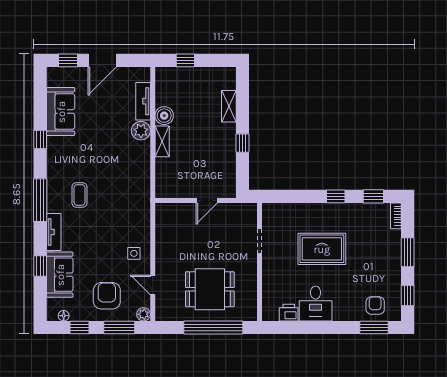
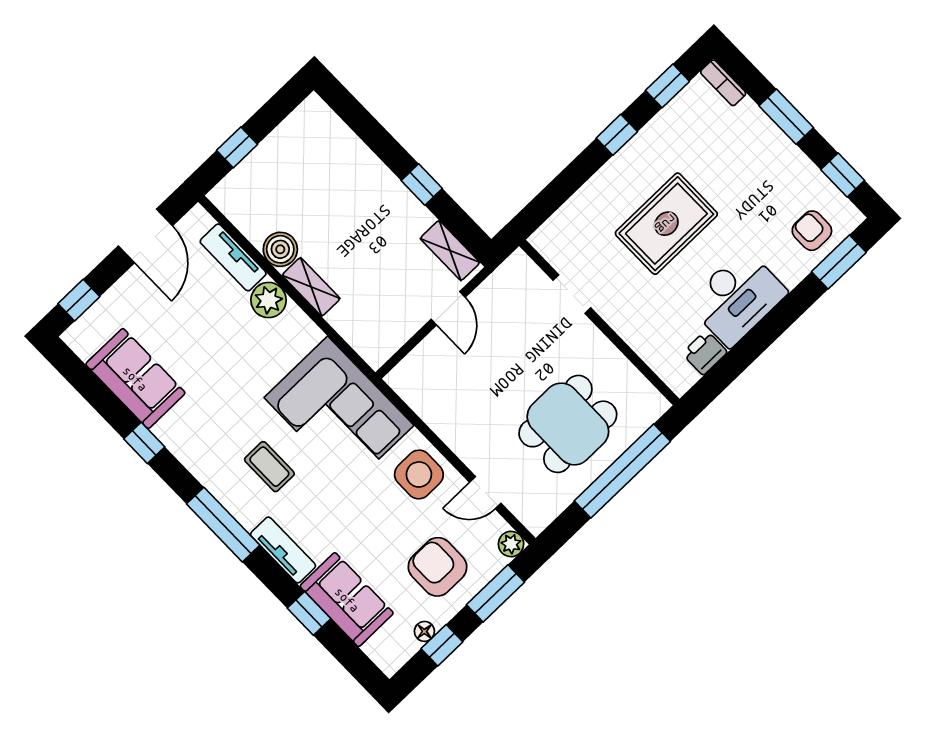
door: (102, 60) -> (145, 236), moved
shelving: (229, 106) -> (450, 251), moved
corner sofa: (127, 200) -> (339, 411), added
side table: (134, 253) -> (419, 474), width x1.87, depth x1.87
desk: (316, 303) -> (737, 298), width x1.37
floor lamp: (64, 316) -> (424, 631), moved

